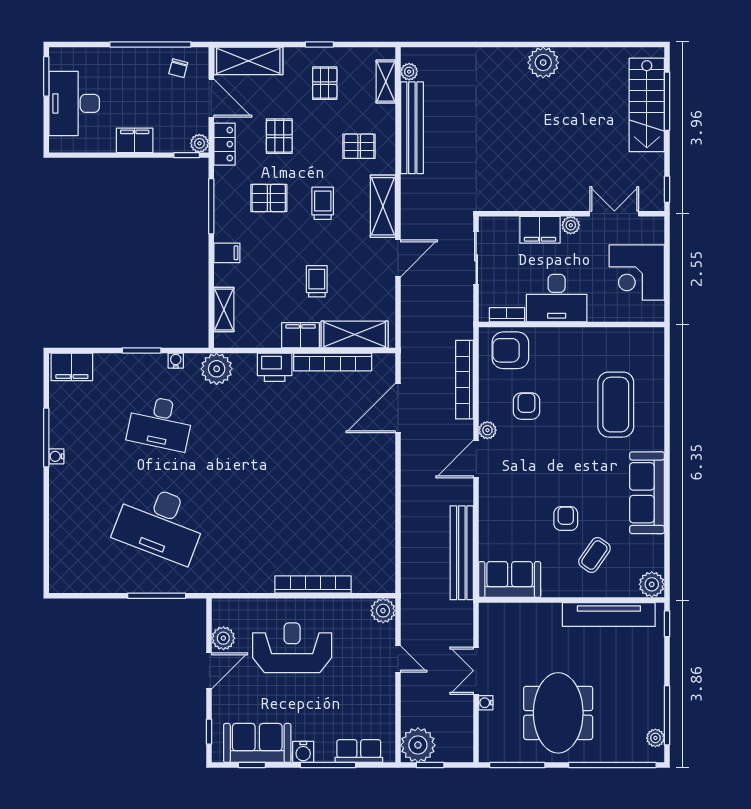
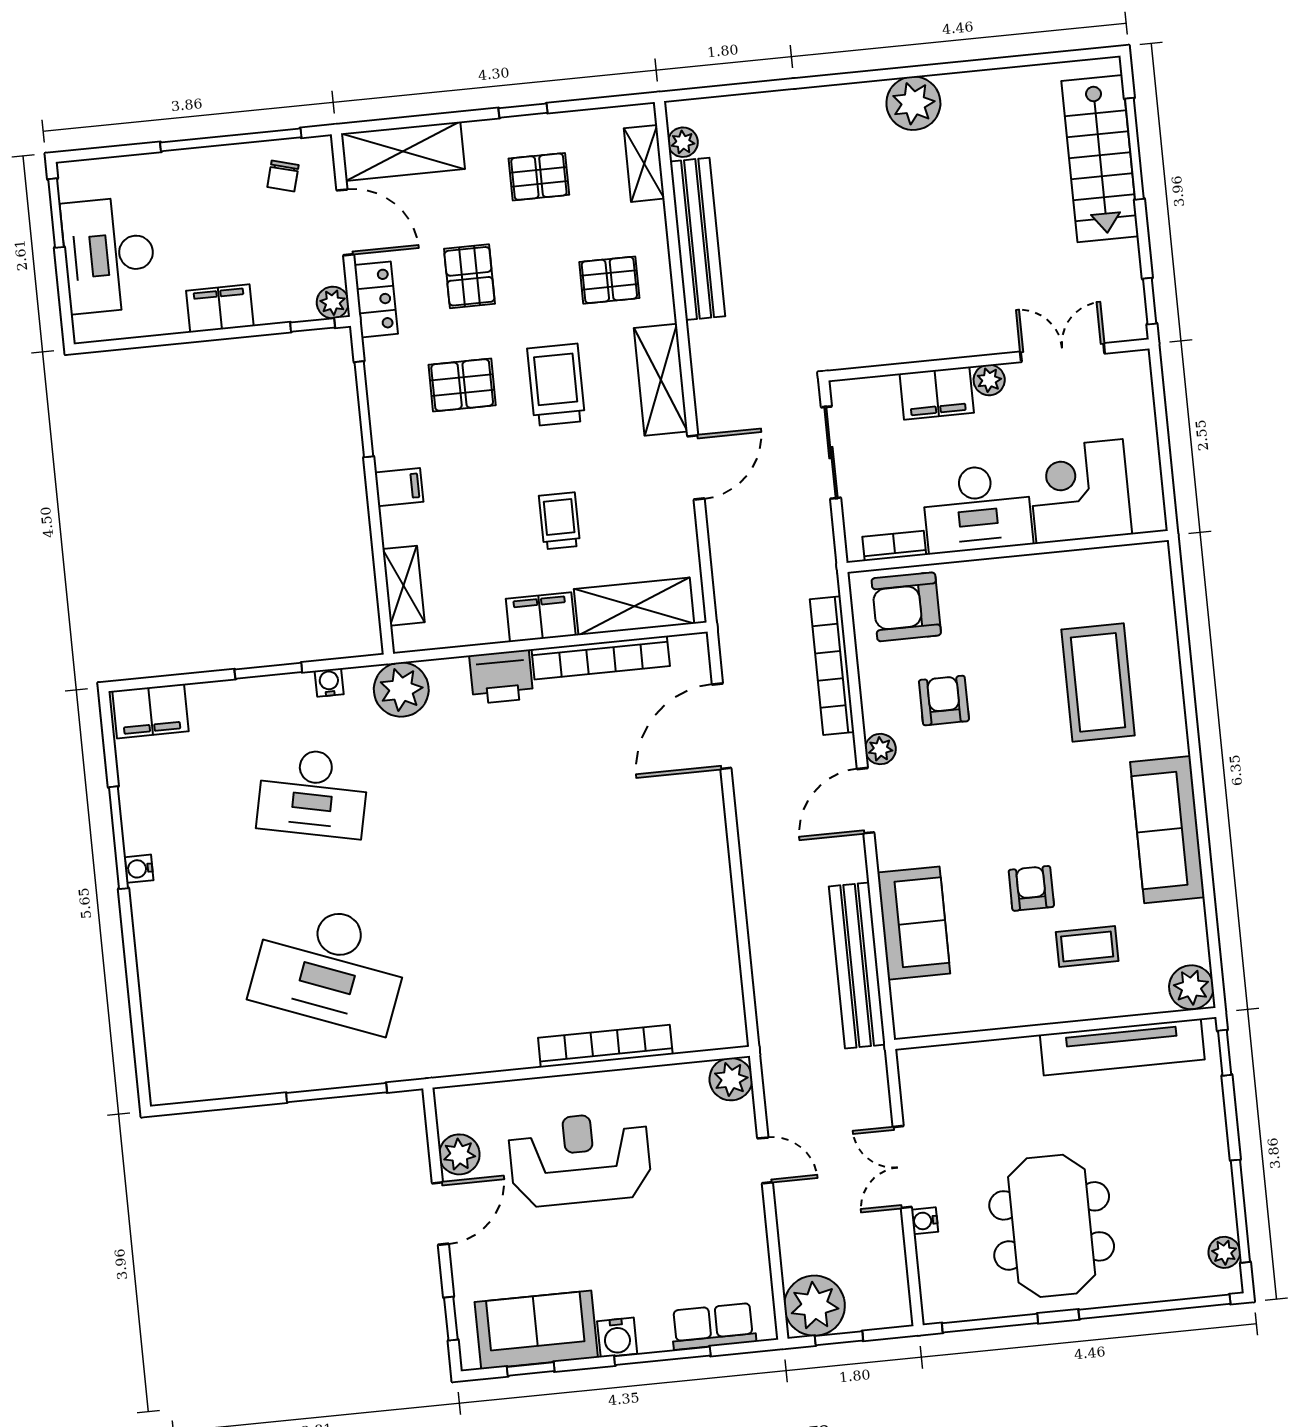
pallet: (325, 83) -> (539, 177), turned 90
trolley: (323, 203) -> (556, 385), width x1.36, depth x1.39
corner desk: (637, 273) -> (1080, 491), moved, turned 90
coffee table: (594, 555) -> (1087, 947), turned 55
sofa: (510, 580) -> (914, 923), moved, turned 90

